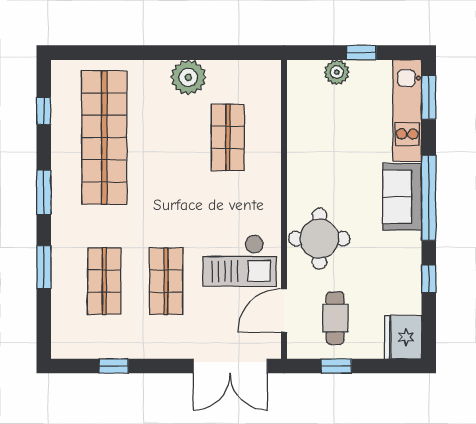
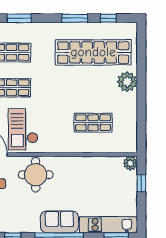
window: (361, 53) -> (141, 183), moved
plant: (337, 72) -> (130, 163), moved
plant: (188, 77) -> (127, 82), moved
window: (44, 192) -> (75, 18), moved

